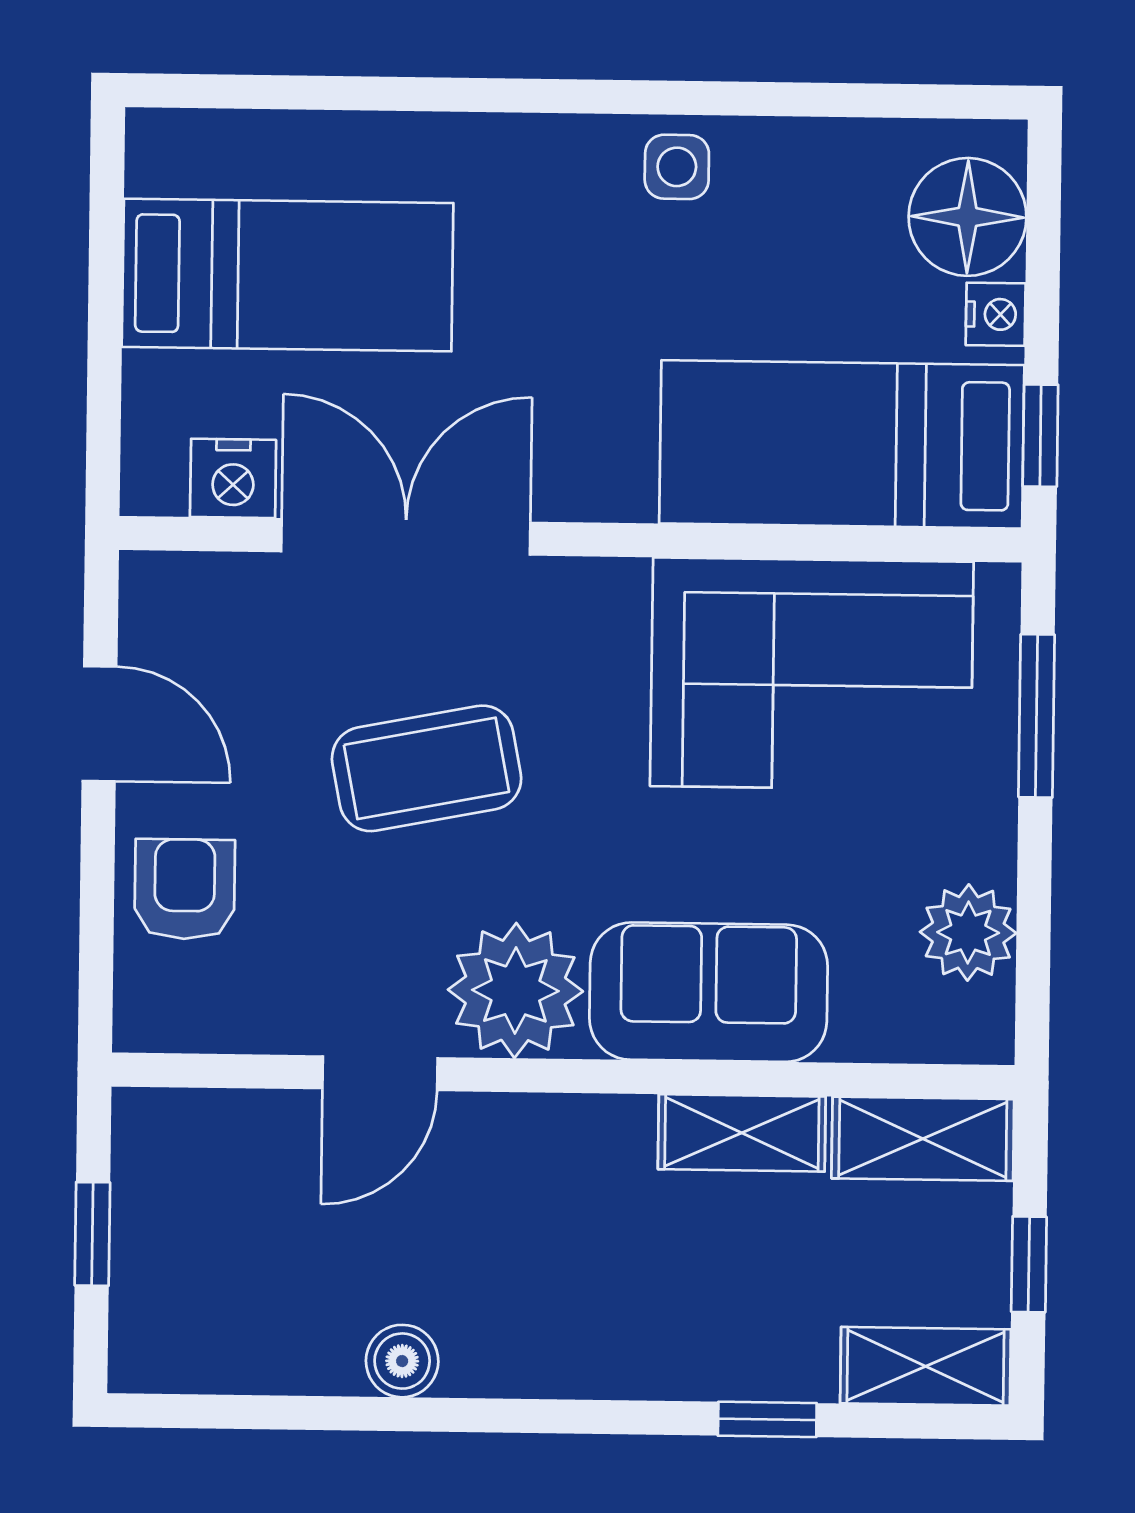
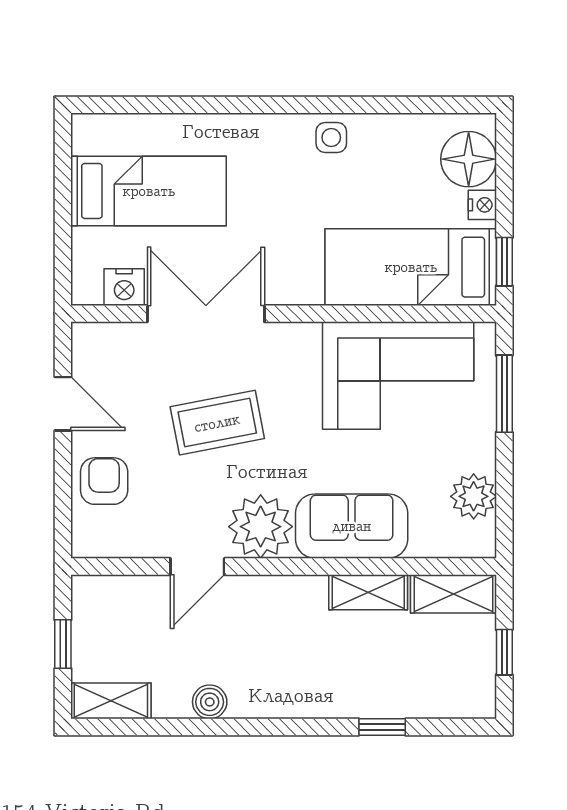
shelving: (925, 1366) -> (111, 701), moved

